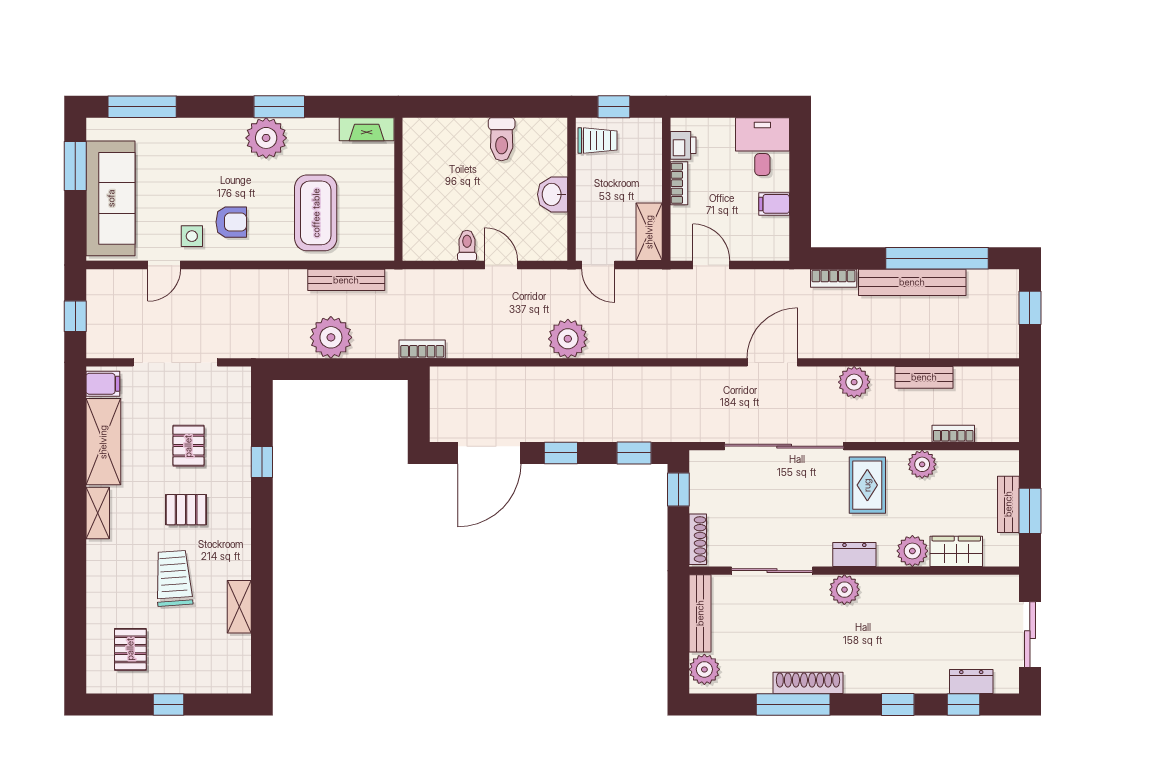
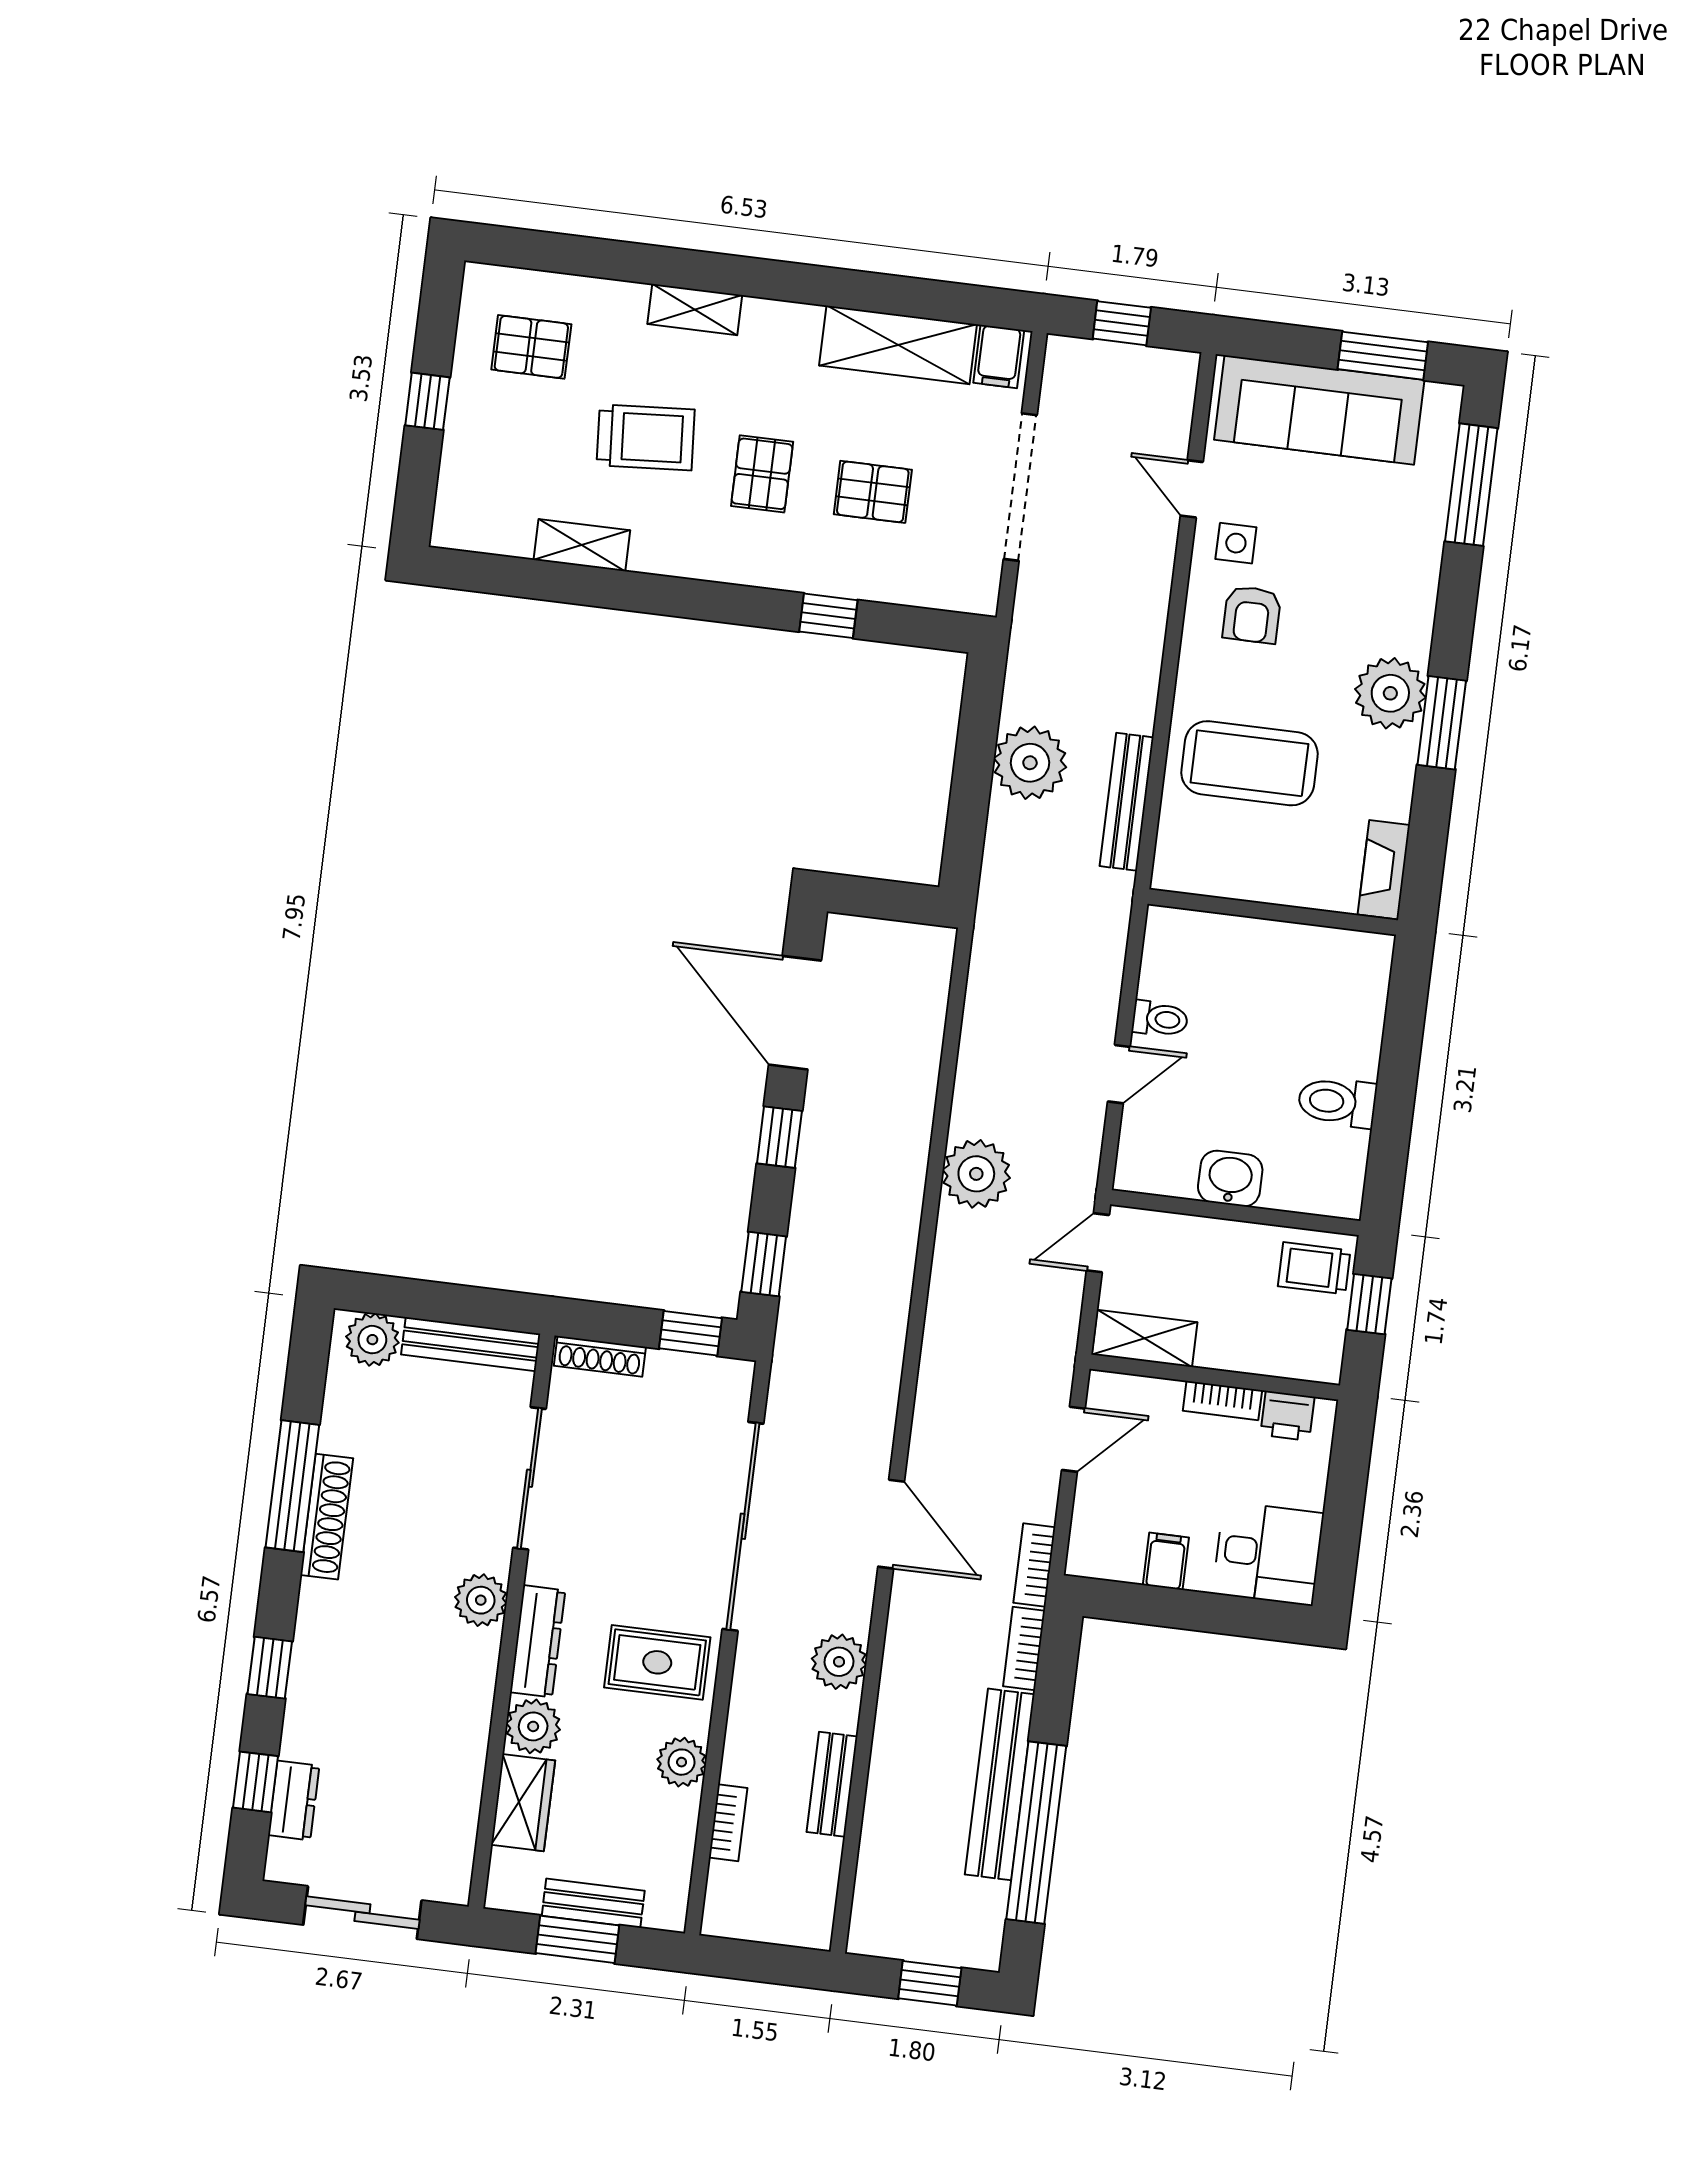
trolley: (597, 141) -> (1314, 1268), turned 90
bookcase: (422, 349) -> (1034, 1565), moved, turned 180
shelving: (98, 513) -> (695, 310), moved
dresser: (854, 554) -> (538, 1641), width x1.44

